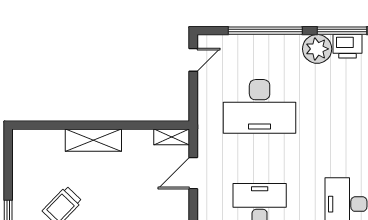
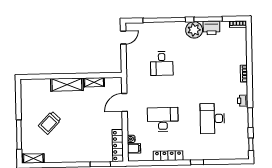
desk: (260, 106) -> (162, 63), width x0.53, depth x0.77
shelving: (172, 137) -> (94, 82), moved

